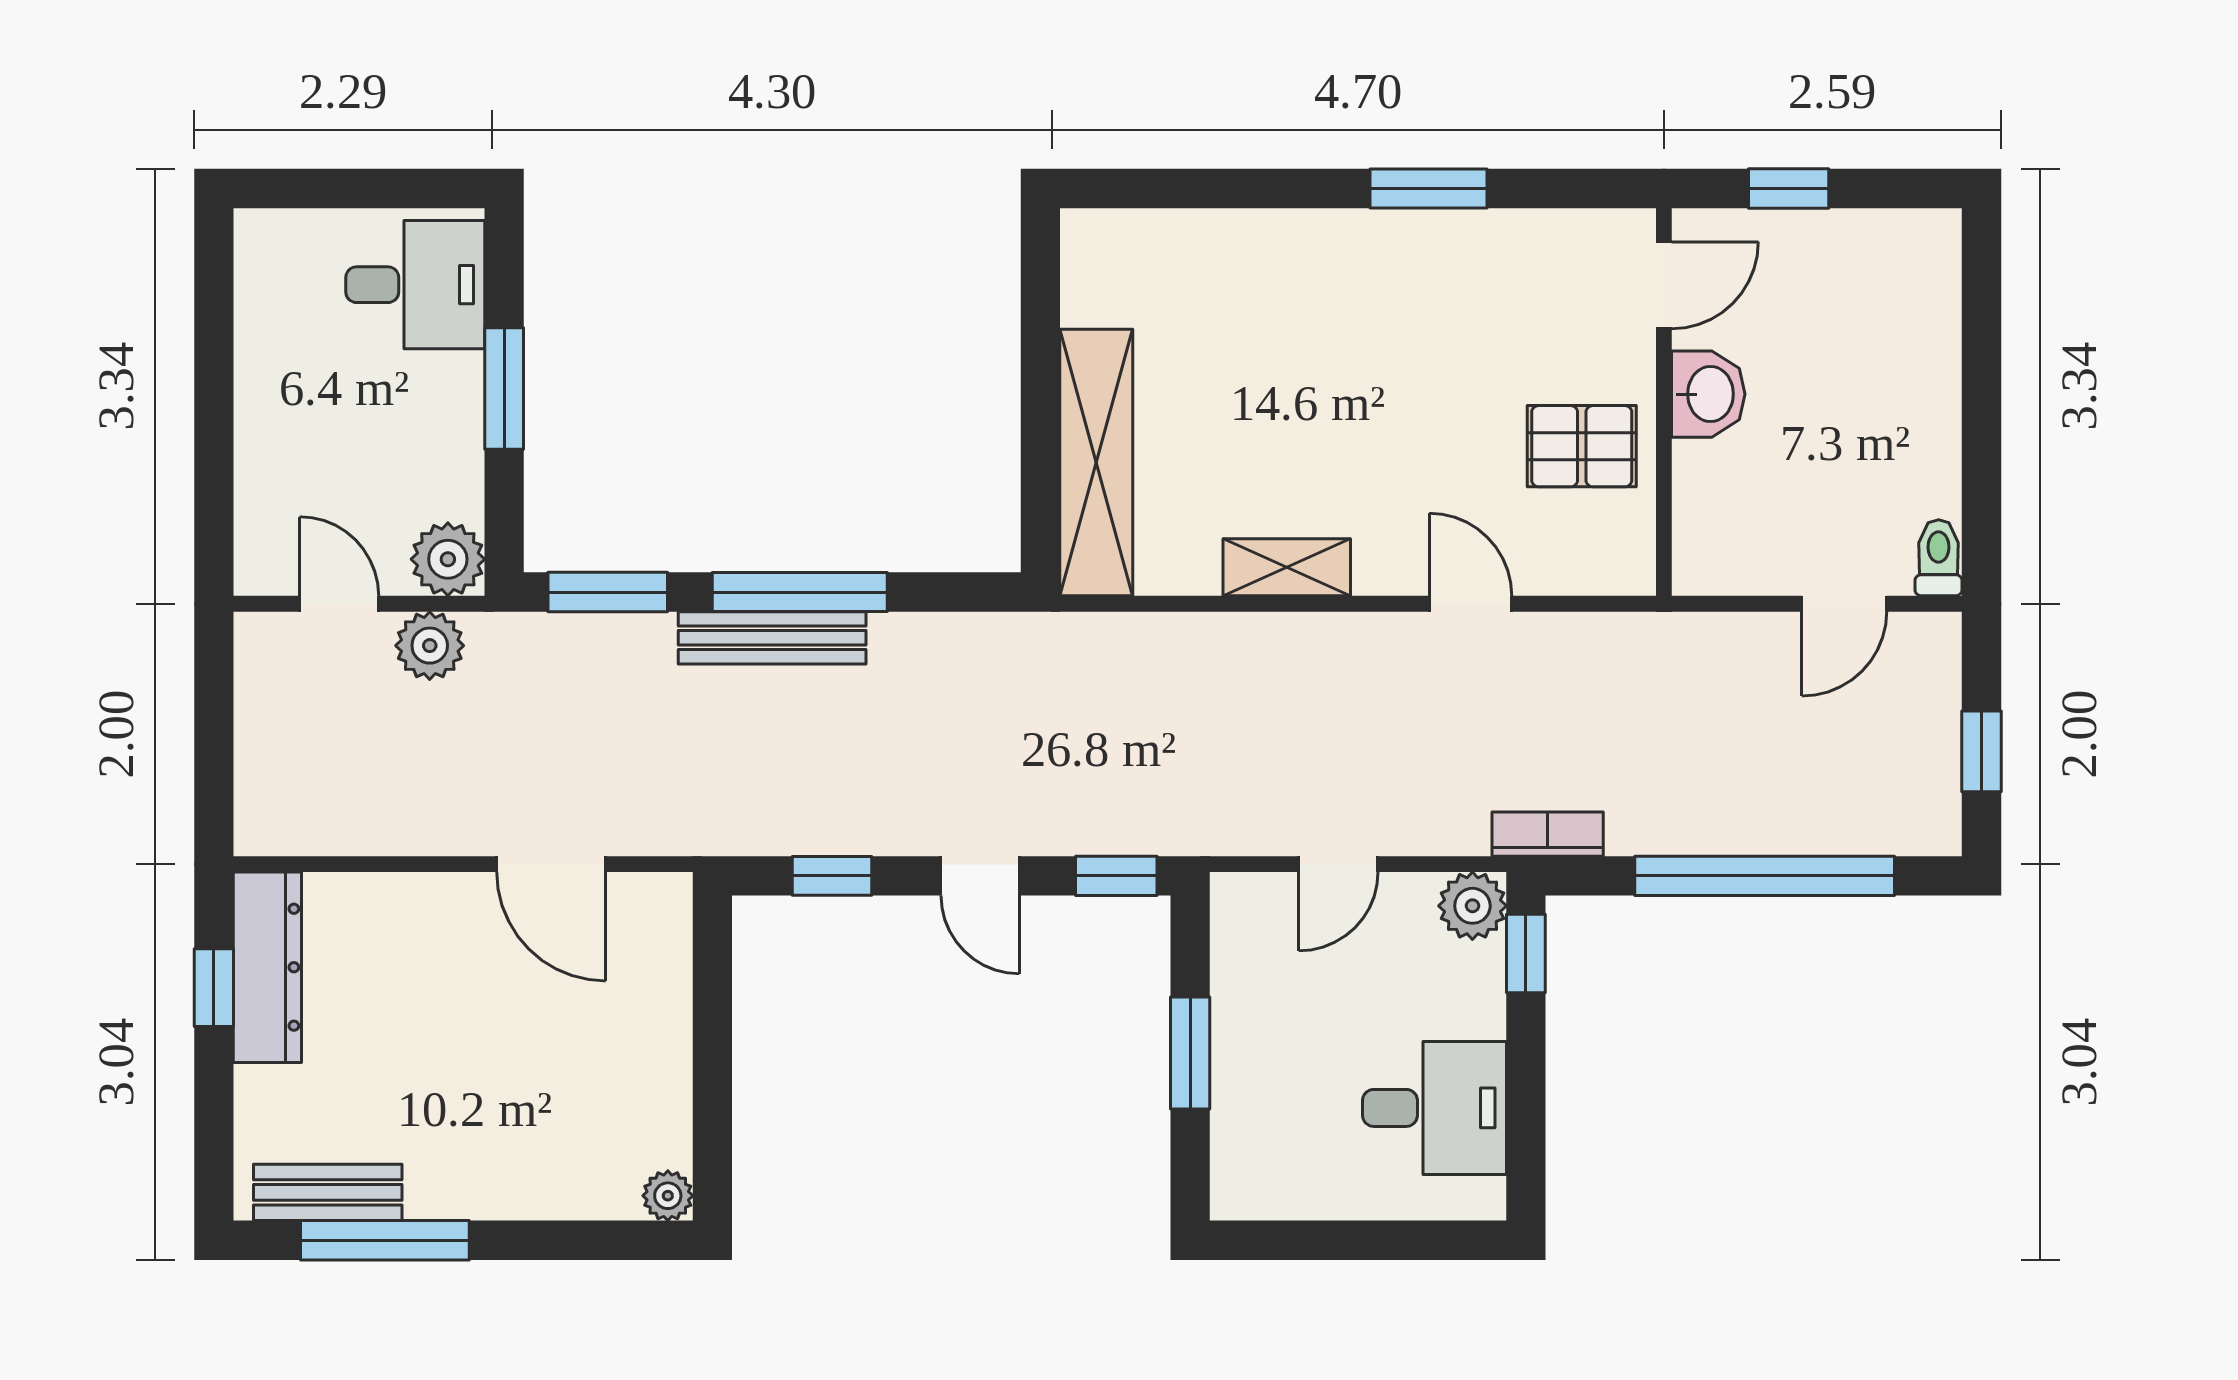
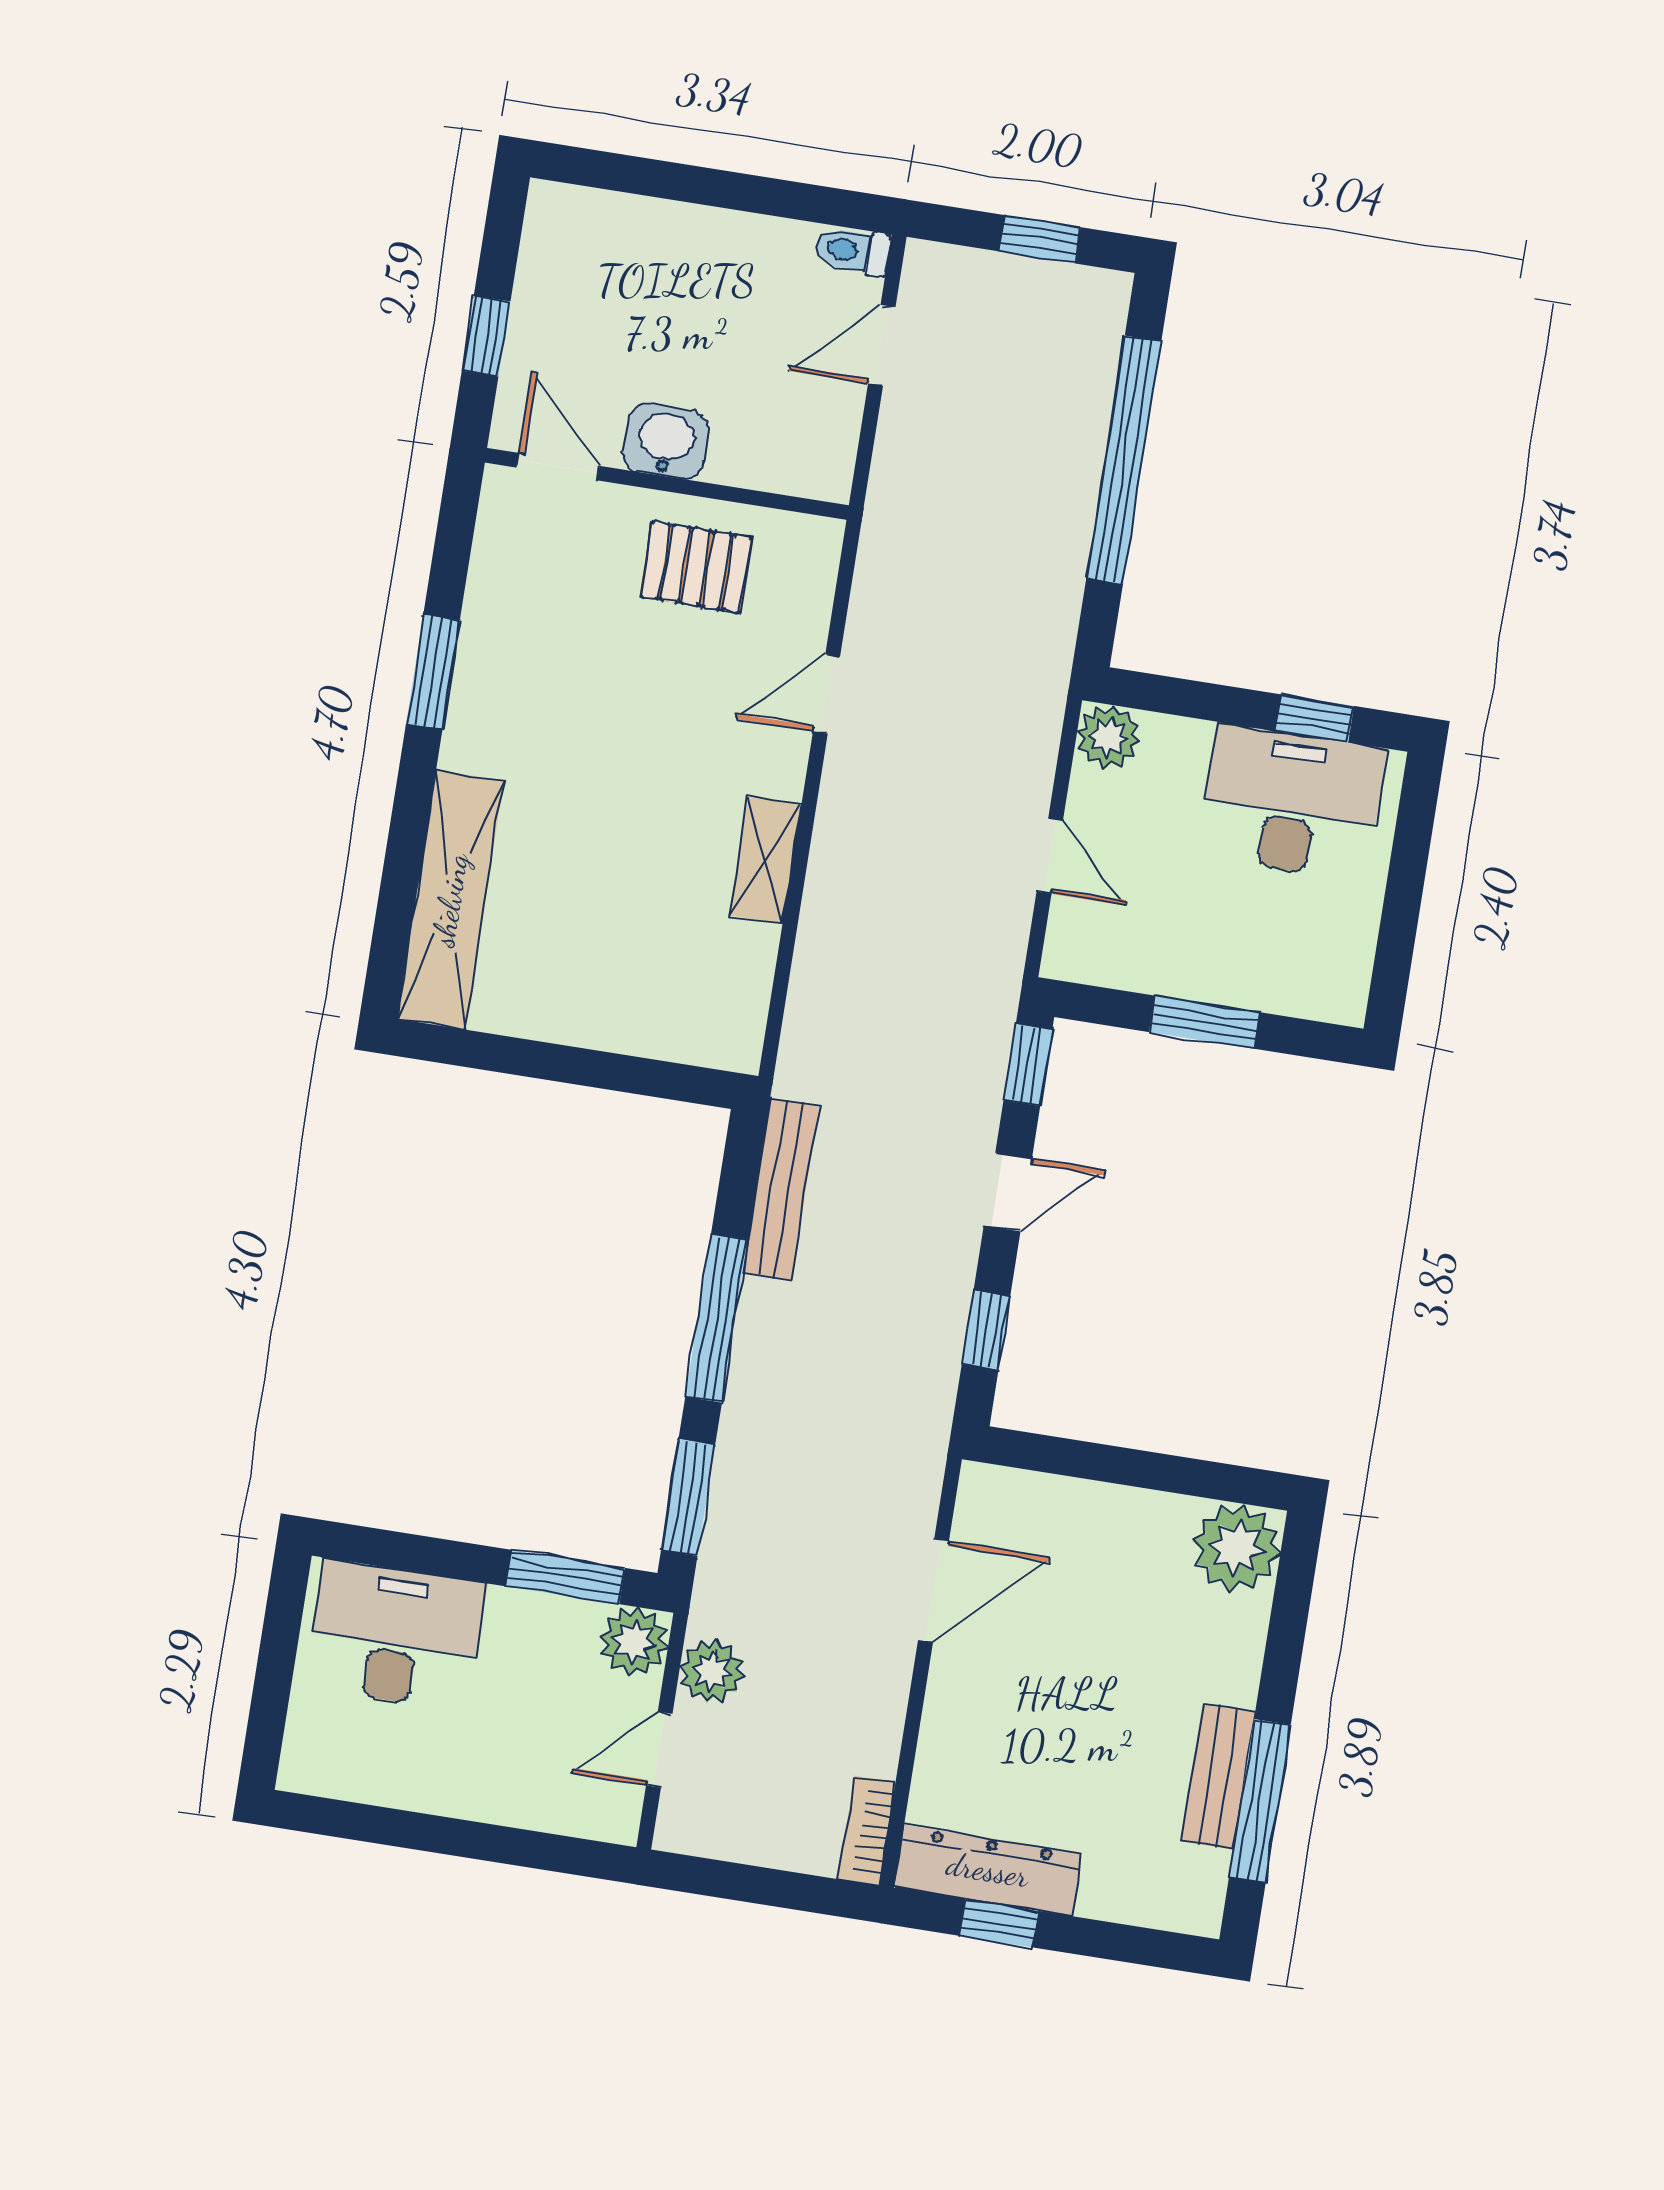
desk: (415, 285) -> (395, 1635), width x1.37
window: (504, 388) -> (565, 1577), moved
pallet: (1582, 446) -> (696, 567), turned 90
shelving: (1096, 463) -> (450, 900), moved, turned 90
door: (1844, 604) -> (882, 345), swing flipped
bench: (772, 638) -> (781, 1189), moved
bookcase: (1548, 834) -> (867, 1831), moved
window: (1526, 954) -> (1314, 718), moved
desk: (1435, 1108) -> (1292, 802), width x1.37
bench: (328, 1192) -> (1218, 1776), moved
plant: (668, 1196) -> (1237, 1548), width x1.88, depth x1.88

